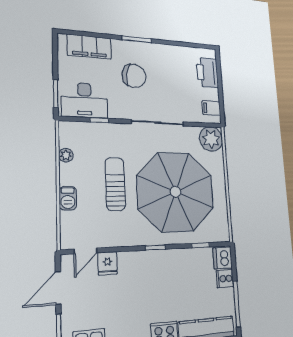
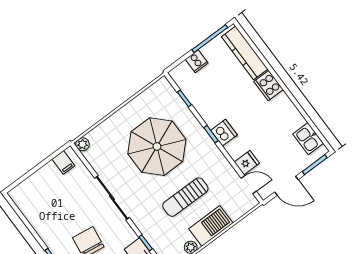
printer: (207, 73) -> (34, 186), removed
plant: (211, 139) -> (82, 144), width x0.53, depth x0.53
parasol: (175, 192) -> (157, 147), width x0.73, depth x0.73
barbecue: (68, 198) -> (211, 226), width x1.88, depth x1.53
dishwasher: (223, 258) -> (224, 133), moved, turned -90

